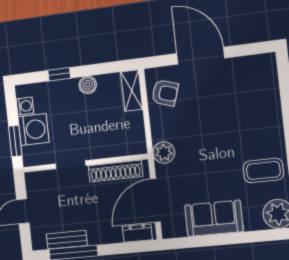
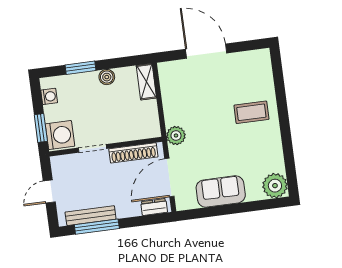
window: (59, 74) -> (80, 68), width x1.50
armchair: (165, 93) -> (176, 83), removed
washing machine: (33, 129) -> (60, 135), moved
coffee table: (263, 170) -> (251, 112), moved
bench: (67, 240) -> (91, 216), width x1.36

